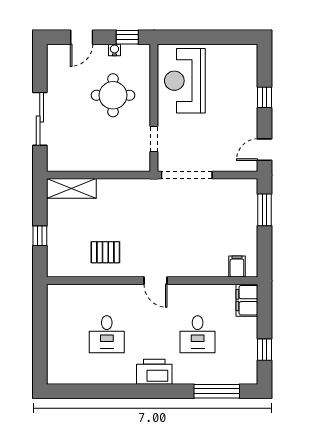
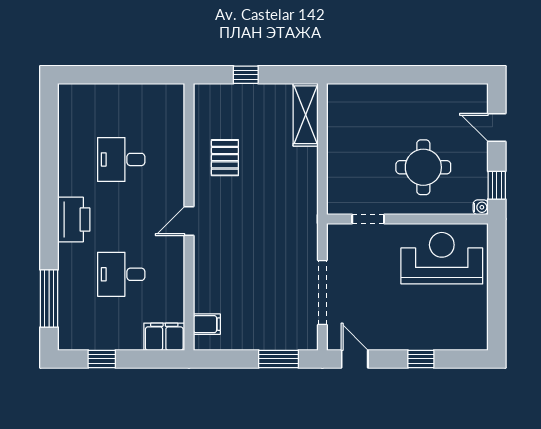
water cooler: (114, 50) -> (481, 207), moved
sliding door: (40, 119) -> (393, 75), removed
doorway: (187, 175) -> (322, 292), moved

